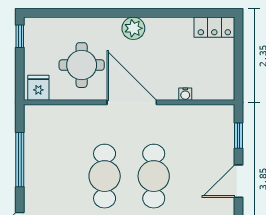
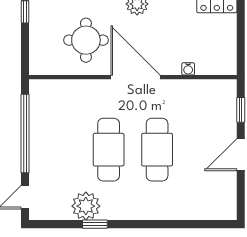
fridge: (38, 88) -> (43, 63), removed
window: (20, 160) -> (25, 133), width x1.46

